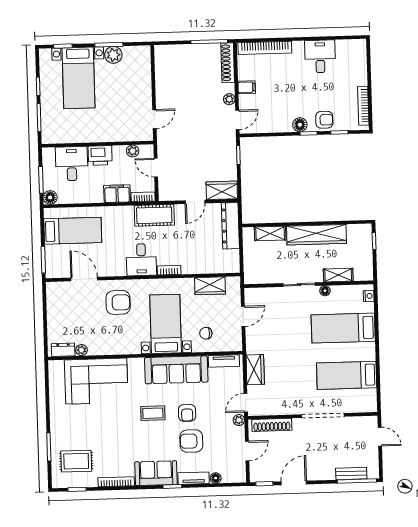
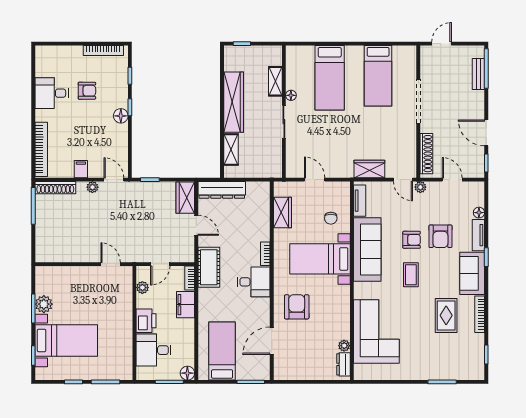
armchair: (324, 120) -> (87, 91), moved, turned 90
nightstand: (369, 296) -> (298, 51), removed
rug: (76, 461) -> (446, 315), moved

